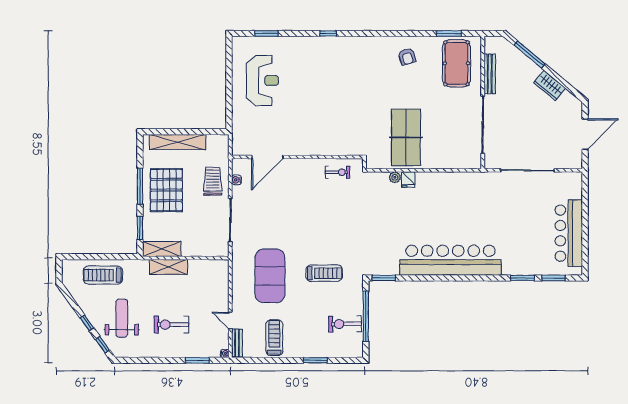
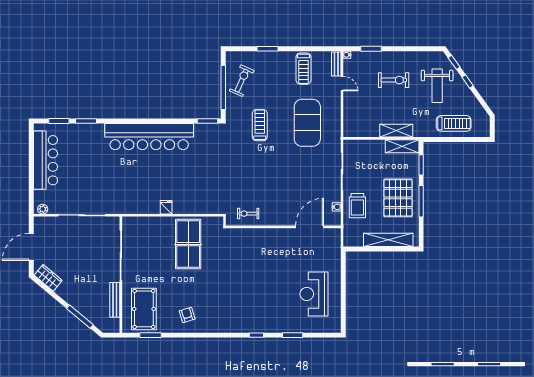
window: (266, 33) -> (293, 335), moved
wardrobe: (550, 85) -> (48, 278), moved
plant: (395, 177) -> (43, 209), moved
fridge: (408, 180) -> (166, 207), moved
treadmill: (324, 273) -> (260, 125), turned 90
exercise bike: (345, 324) -> (242, 81), turned -65

